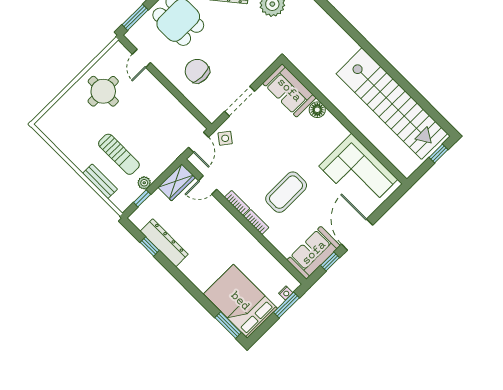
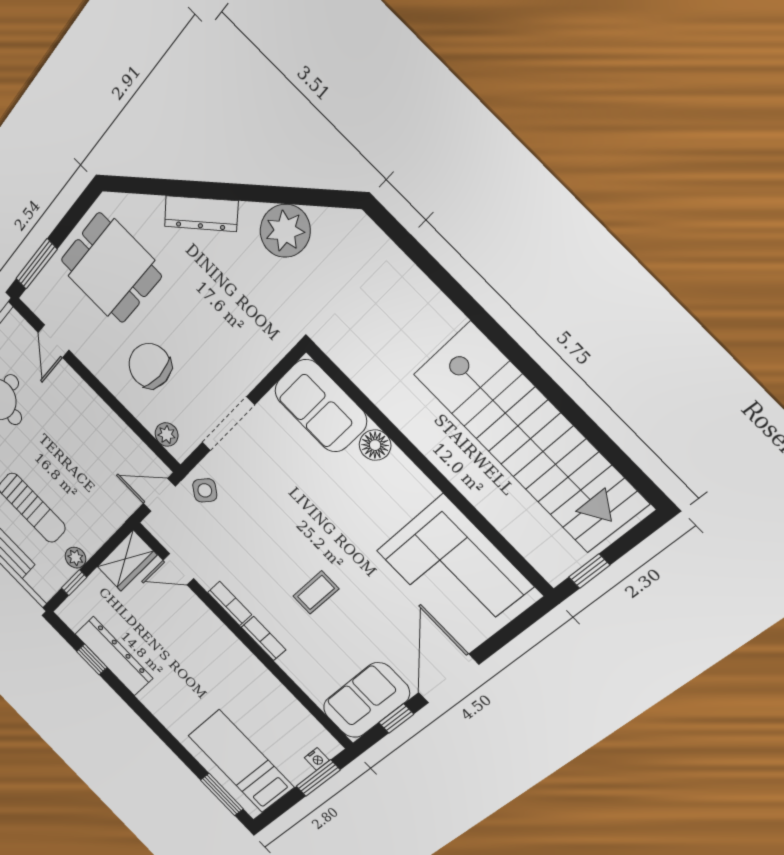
plant: (205, 108) -> (167, 434), added
door: (198, 142) -> (159, 495), swing flipped
window: (438, 154) -> (589, 571), moved
coffee table: (286, 192) -> (316, 592), width x0.54, depth x0.58
bed: (240, 301) -> (241, 761), width x0.67

